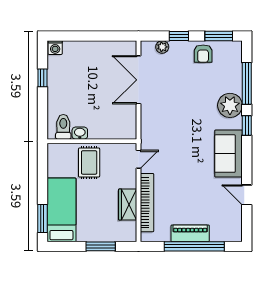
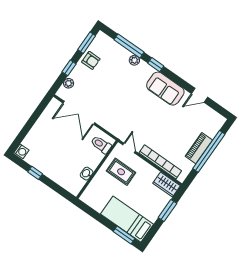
plant: (230, 105) -> (134, 60), width x0.53, depth x0.53
toilet: (63, 127) -> (101, 145), moved
rug: (89, 162) -> (121, 172), moved
wardrobe: (128, 205) -> (167, 185), moved

